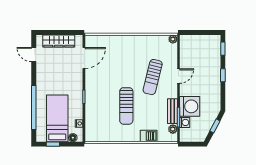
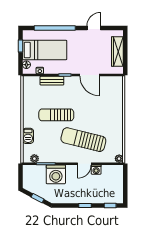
door: (34, 55) -> (94, 28), moved
door: (84, 58) -> (90, 75), moved
door: (178, 76) -> (84, 164), hinge flipped
sun lounger: (153, 77) -> (83, 140), width x1.36, depth x1.34
bench: (172, 111) -> (52, 81), moved
washing machine: (185, 122) -> (96, 170), moved

